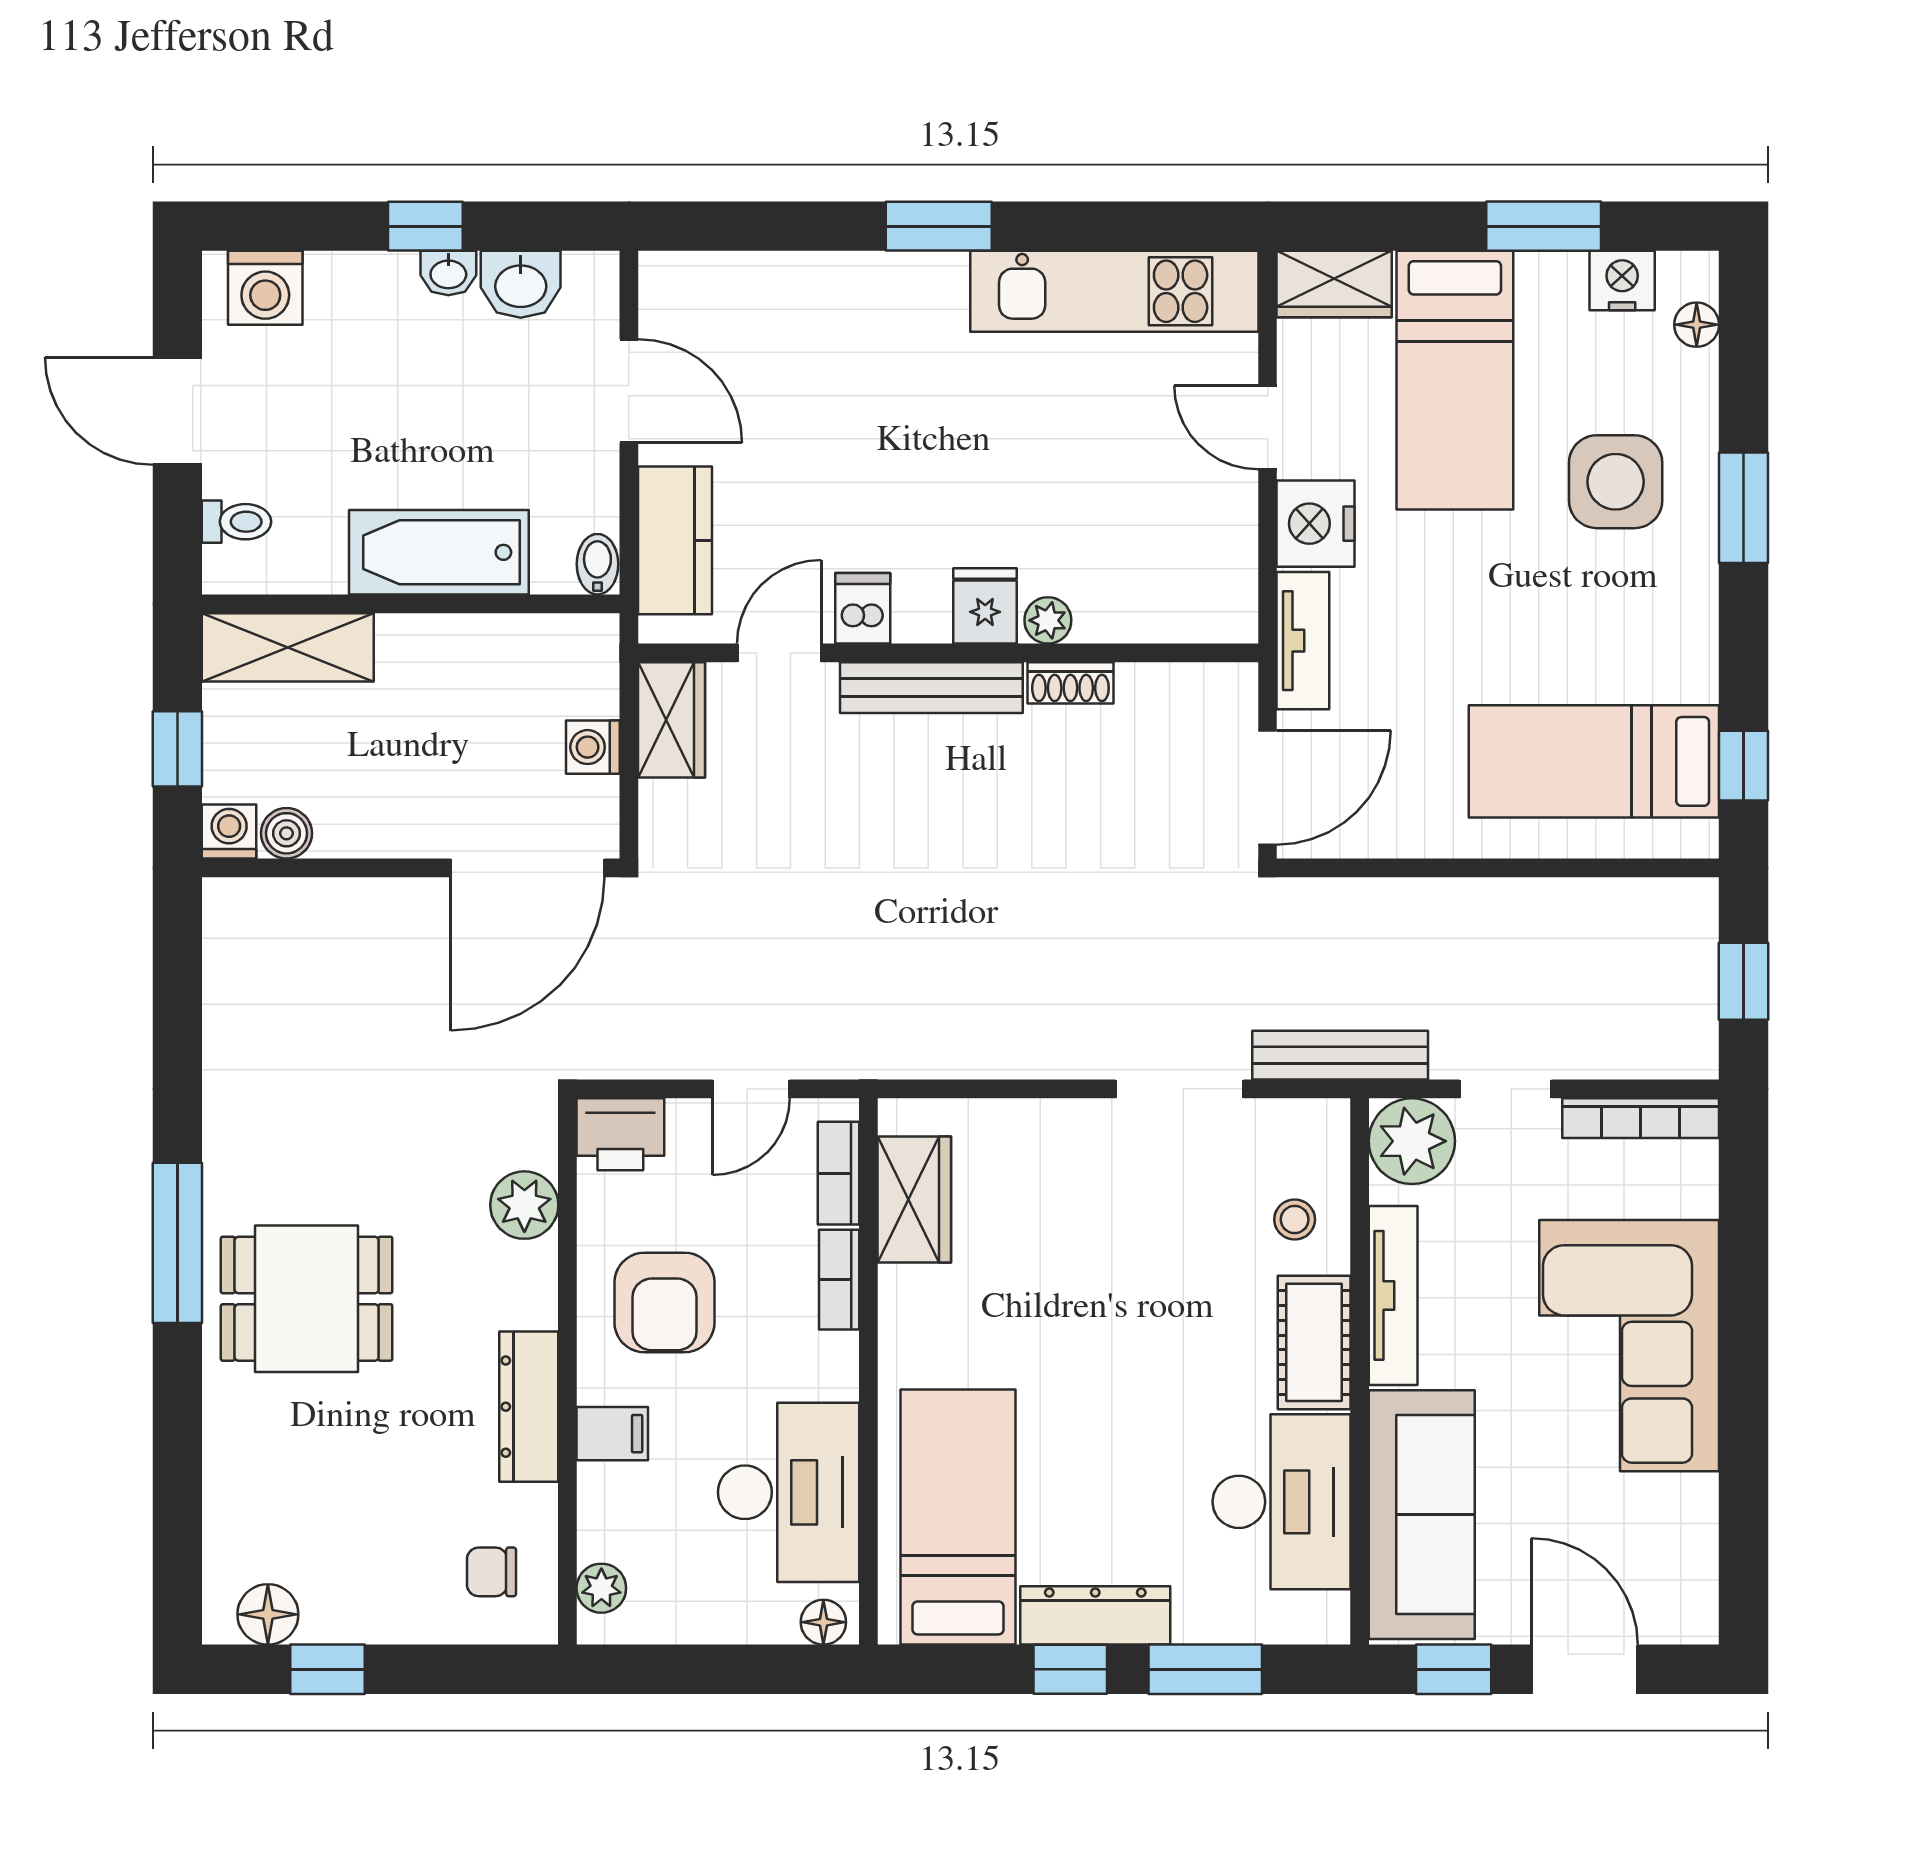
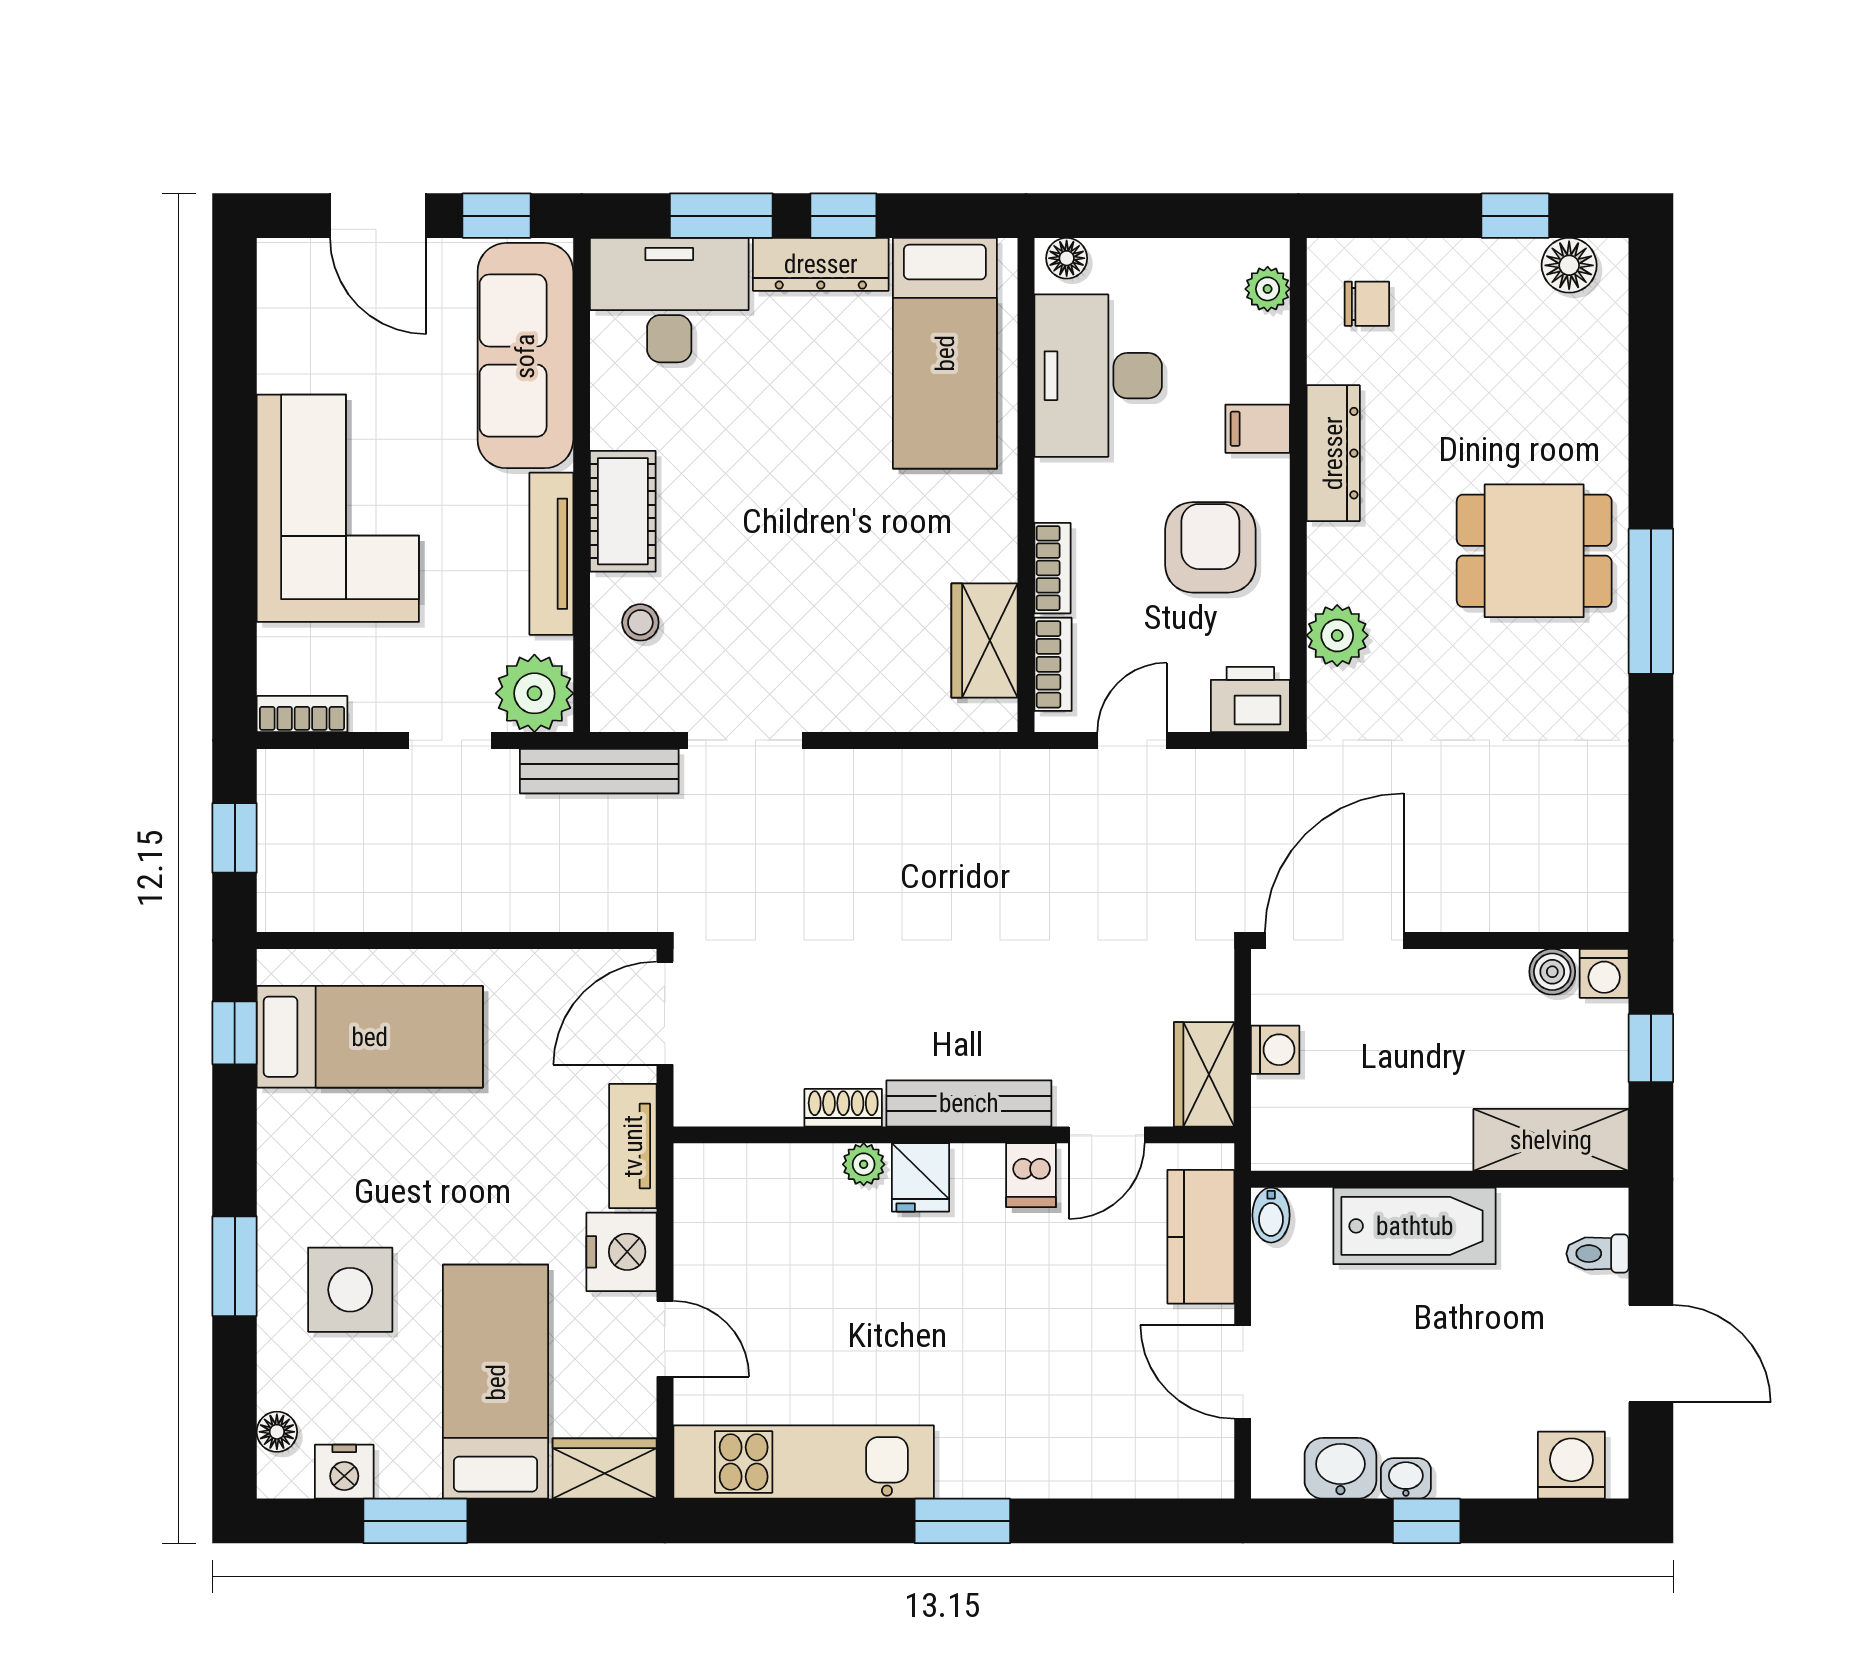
bookcase: (1641, 1118) -> (302, 714), width x0.64
desk: (1282, 1502) -> (669, 300), moved, turned 90

